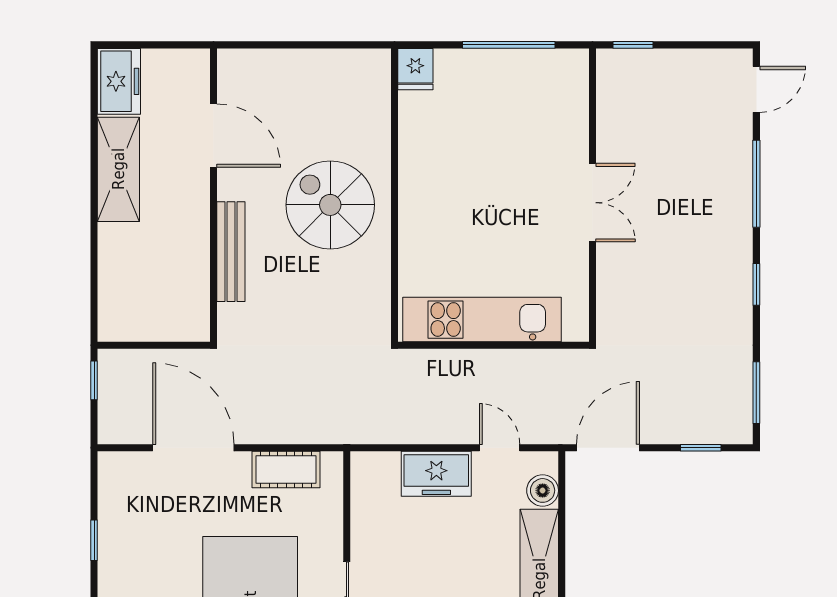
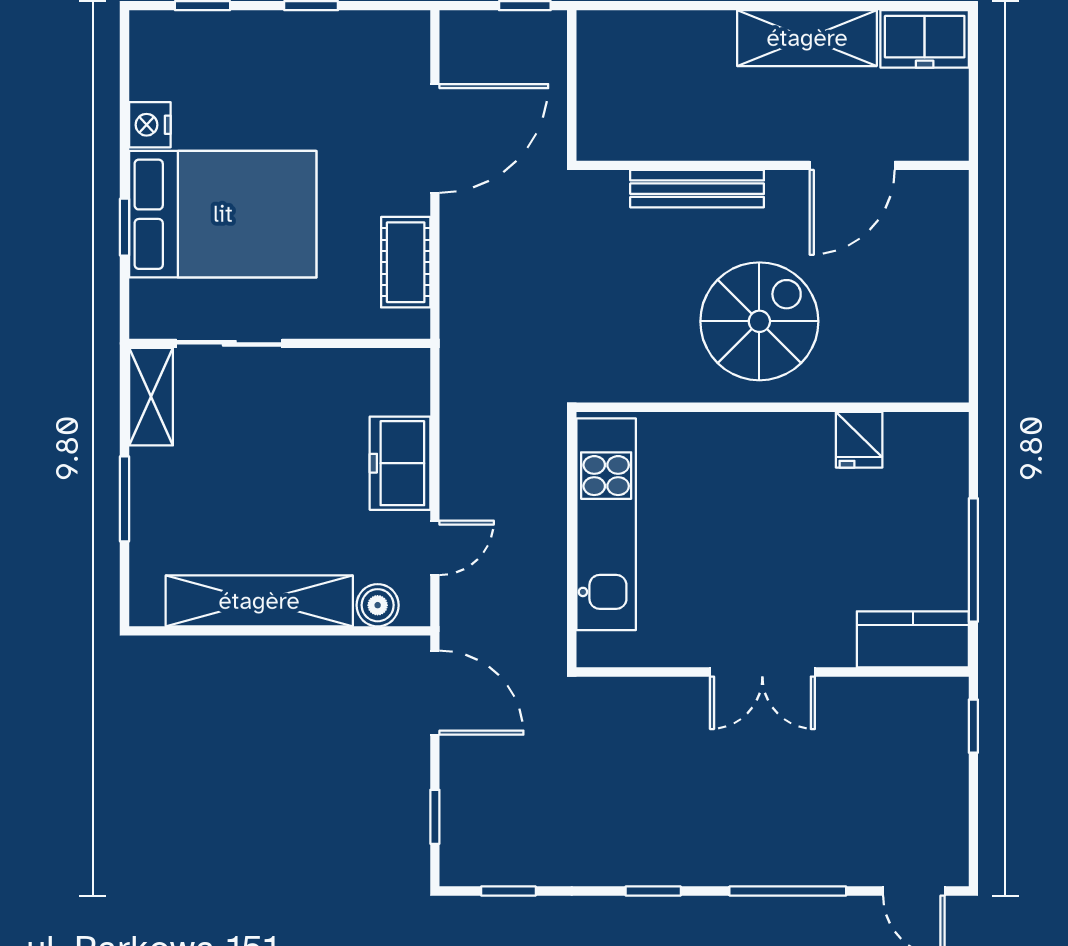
fridge: (415, 69) -> (859, 440), moved, turned -90
kitchen counter: (568, 90) -> (913, 639), added
window: (756, 393) -> (508, 891), width x0.67

